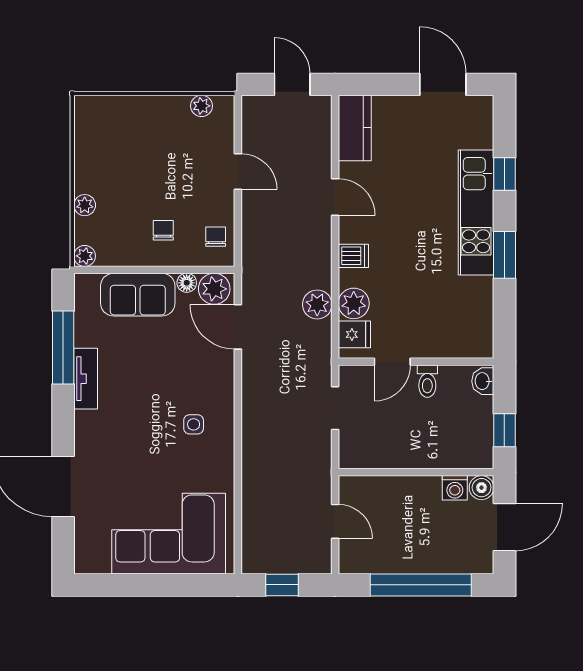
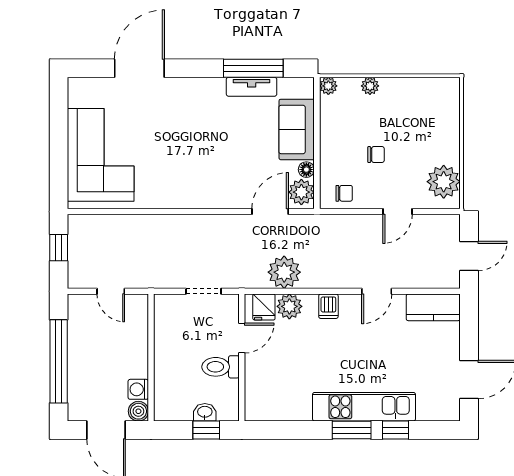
plant: (202, 106) -> (444, 182), width x1.88, depth x1.88
chair: (163, 230) -> (376, 155), moved
window: (504, 255) -> (352, 430), moved
plant: (317, 304) -> (284, 272), width x1.36, depth x1.36
door: (392, 362) -> (242, 338), swing flipped
tv unit: (86, 379) -> (252, 87), moved
toilet: (427, 381) -> (221, 367), width x1.37, depth x1.39
washbasin: (483, 381) -> (205, 412), moved
side table: (194, 424) -> (190, 175), removed
window: (504, 430) -> (206, 430), moved
door: (335, 521) -> (111, 291), hinge flipped

